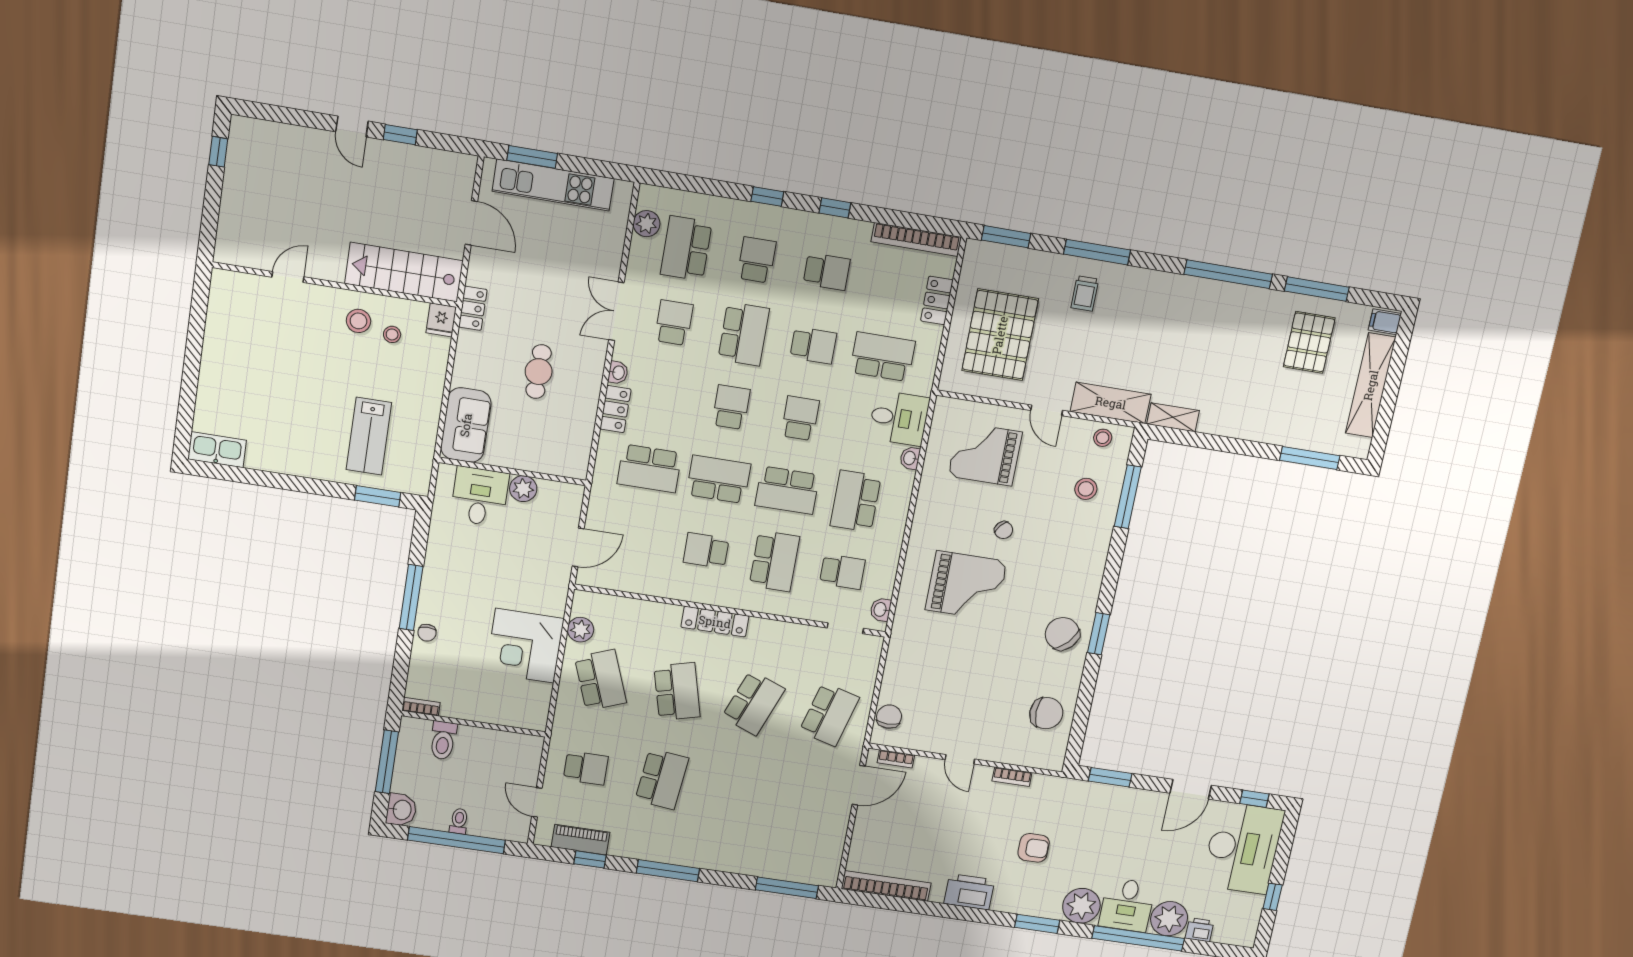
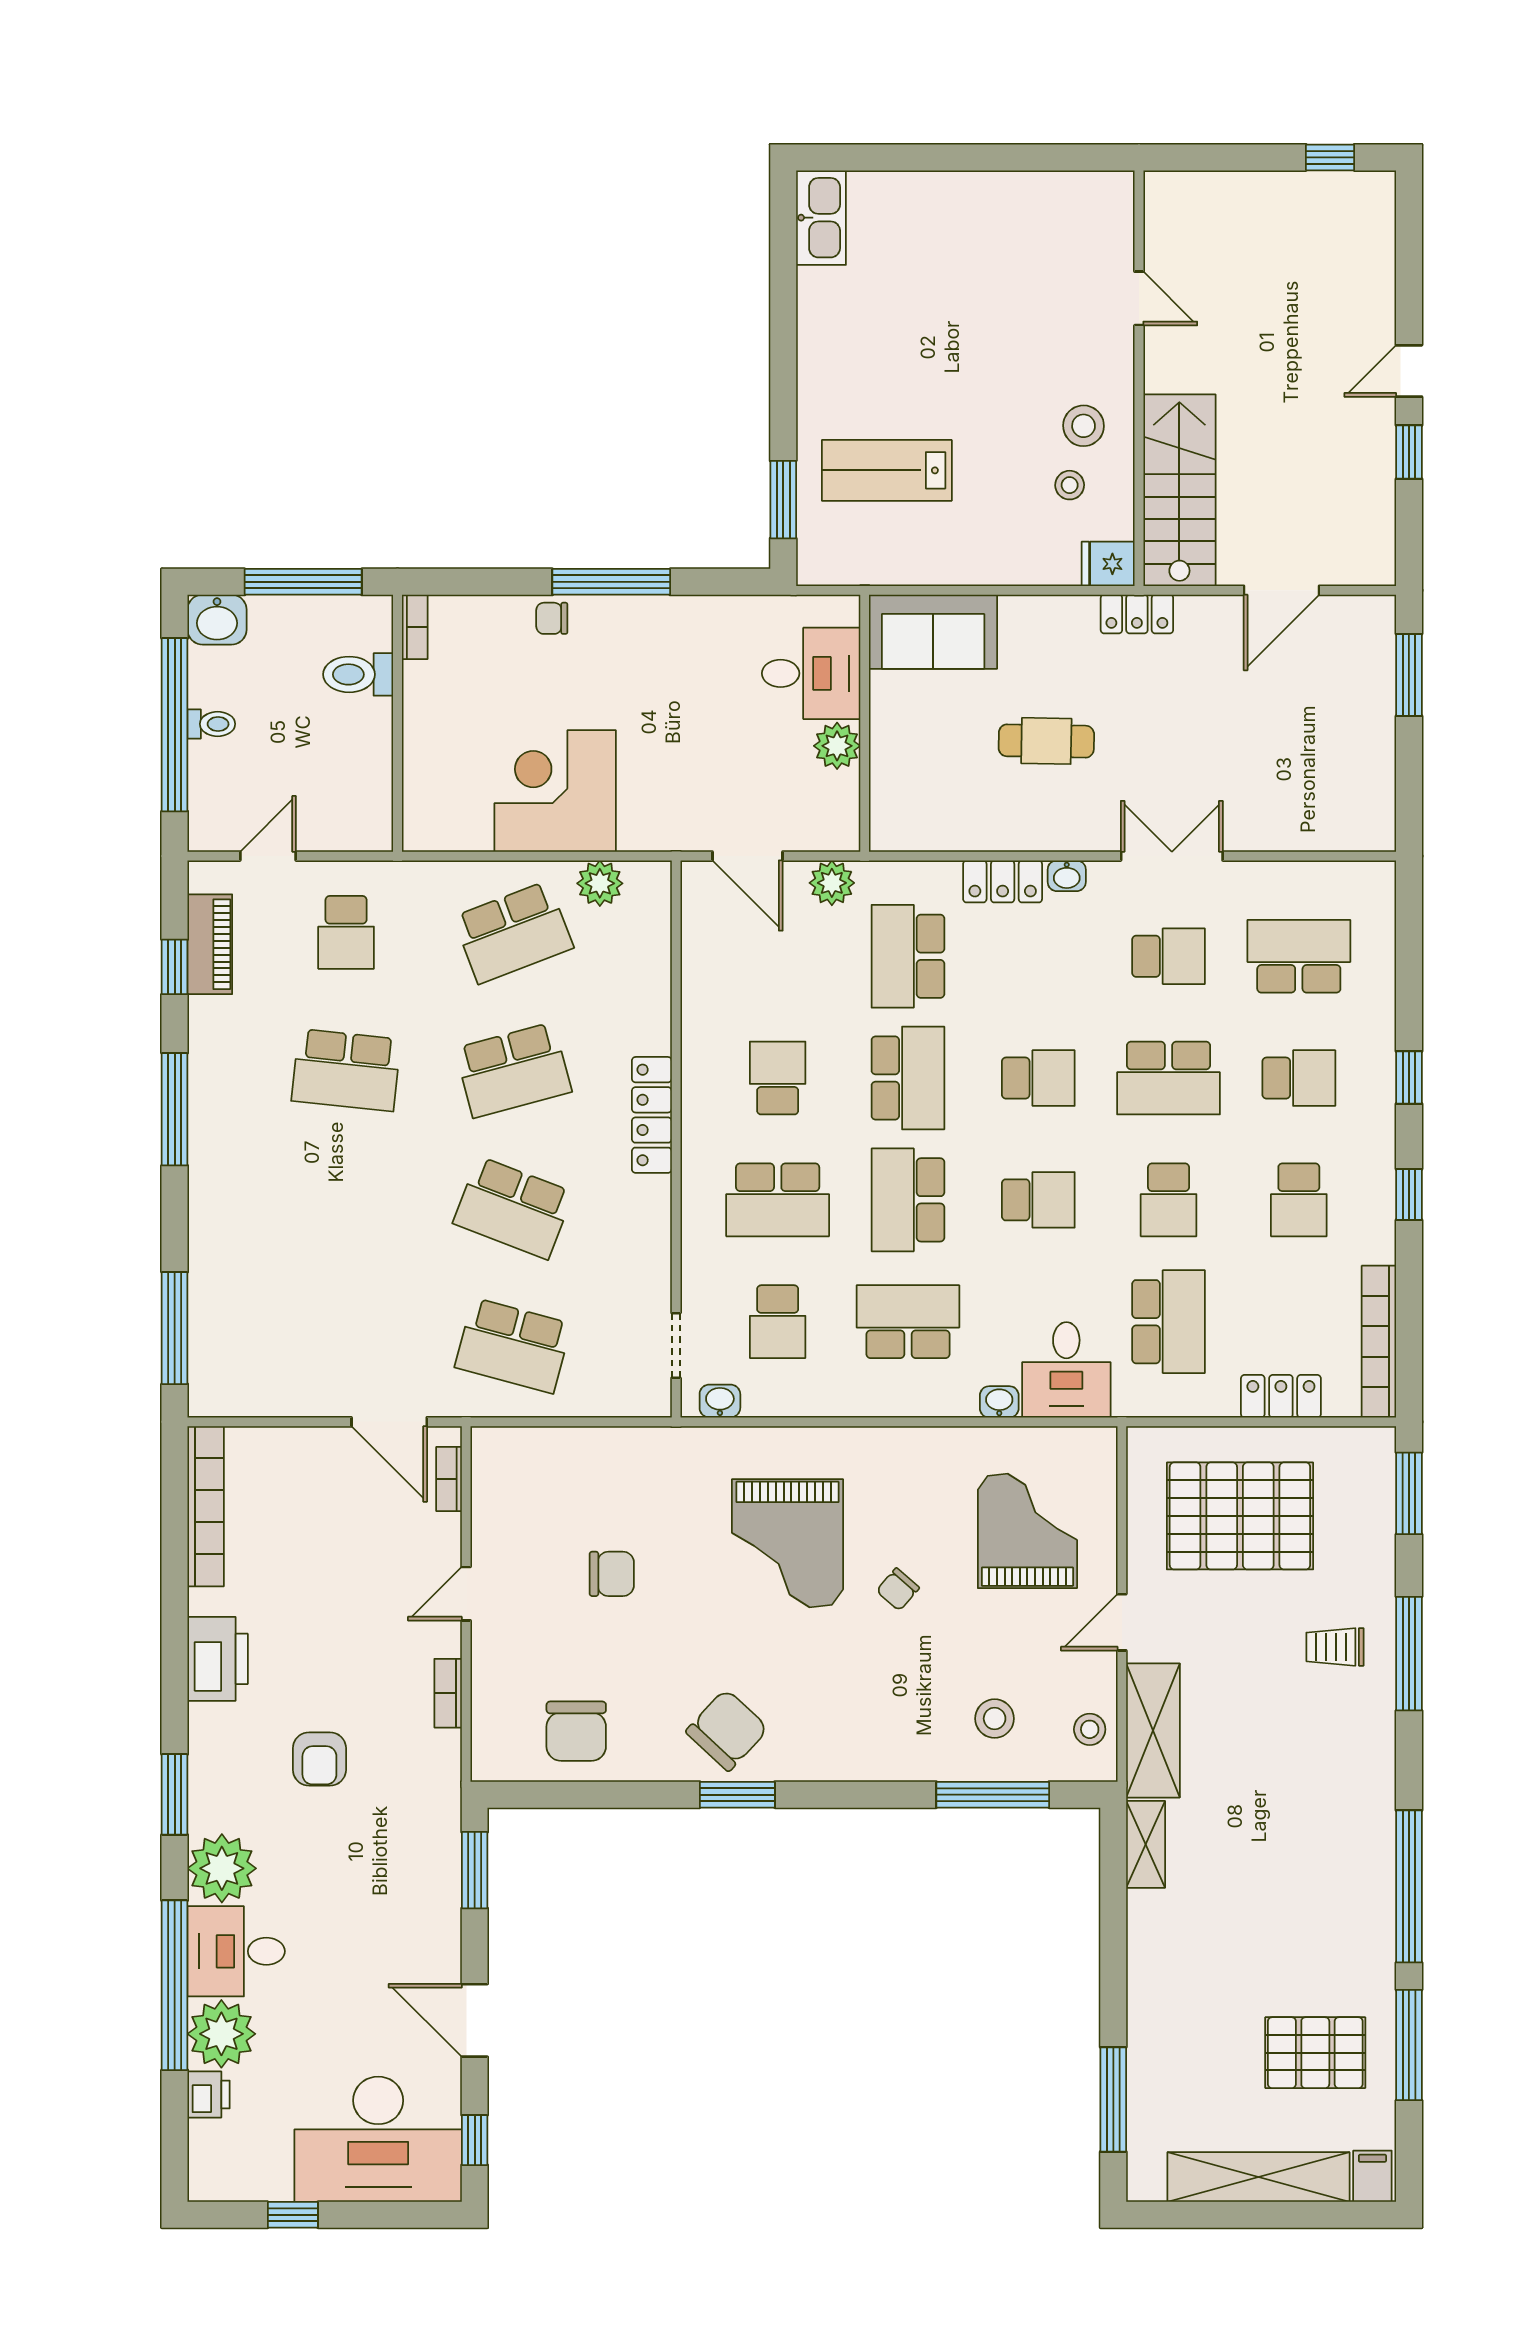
kitchen unit: (553, 185) -> (1368, 717), removed
plant: (647, 224) -> (832, 883), moved
chair: (889, 717) -> (612, 1574), moved

